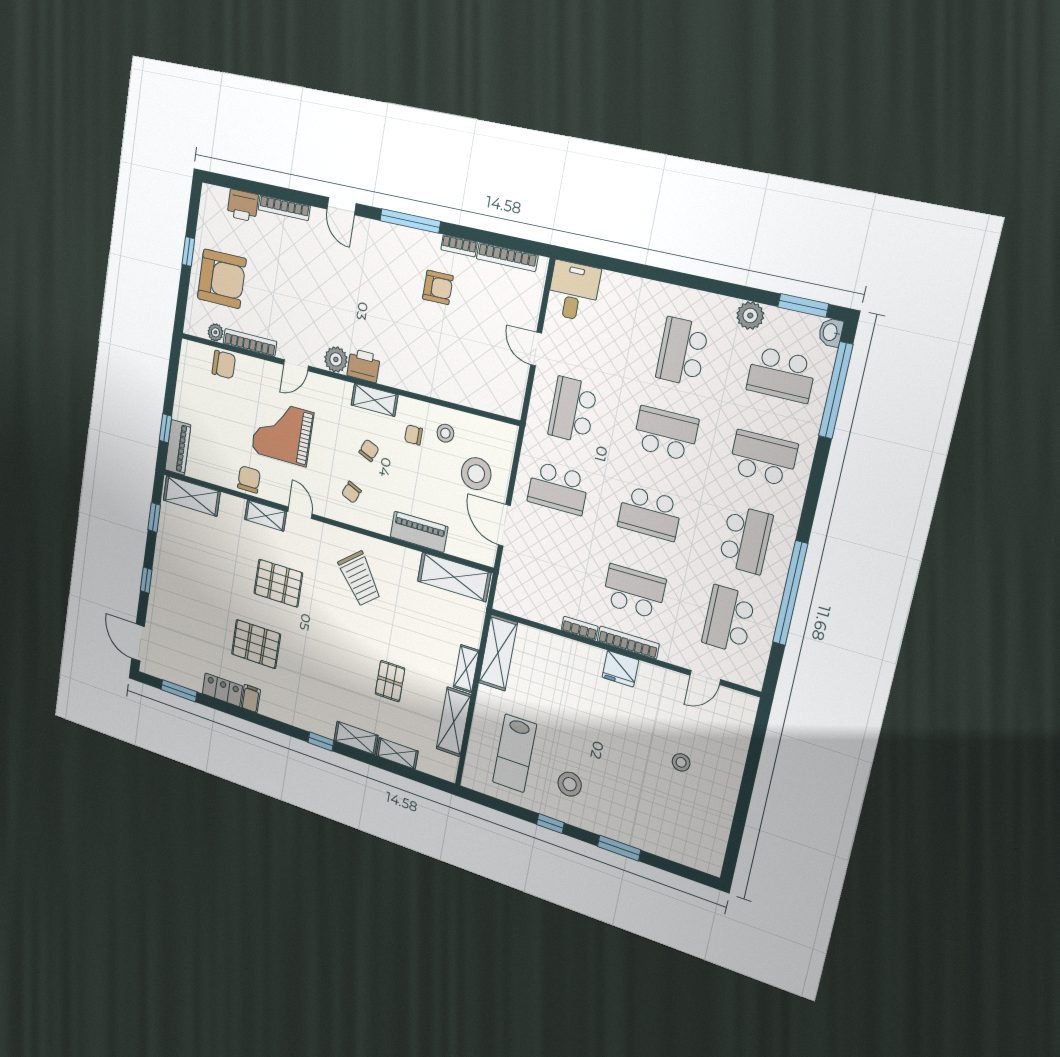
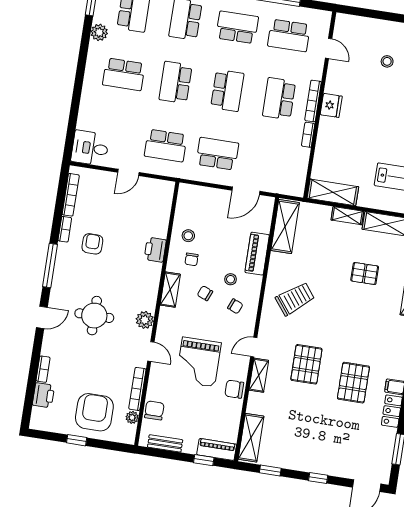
bookcase: (284, 208) -> (43, 369), width x0.64
round table: (343, 285) -> (94, 316), added
printer: (364, 366) -> (155, 250), moved
bench: (185, 376) -> (165, 443), added
stool: (476, 474) -> (231, 279), moved, width x0.53, depth x0.53
school desk: (558, 488) -> (217, 154), turned -90

